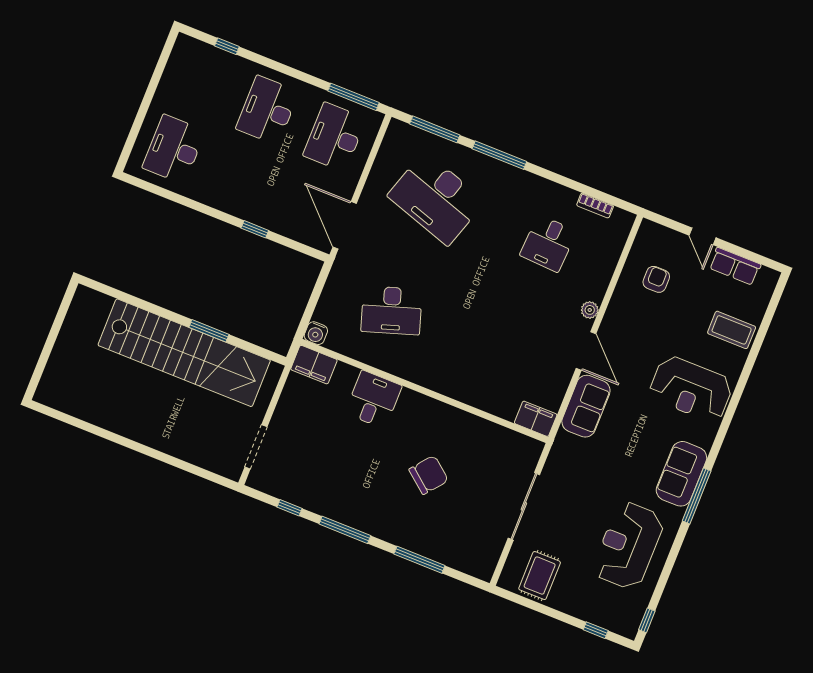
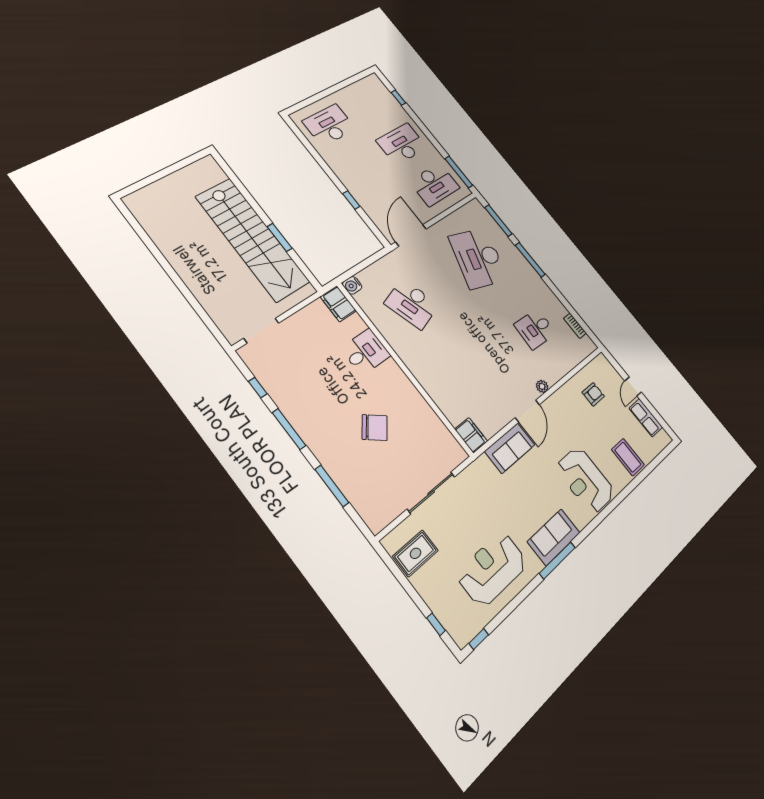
desk: (335, 137) -> (434, 185), turned 180

